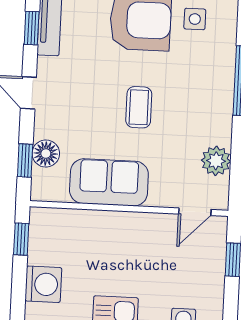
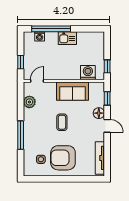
window: (32, 28) -> (107, 152), removed
floor lamp: (46, 154) -> (99, 113), moved
washing machine: (43, 284) -> (88, 73), moved, turned 90

